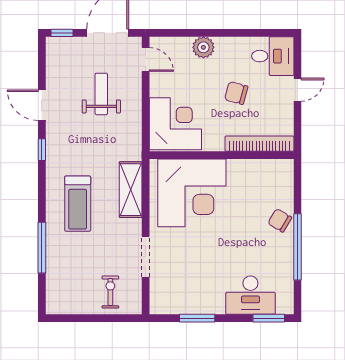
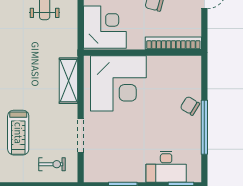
treadmill: (78, 204) -> (18, 133), moved
exercise bike: (110, 292) -> (52, 164), turned 90

